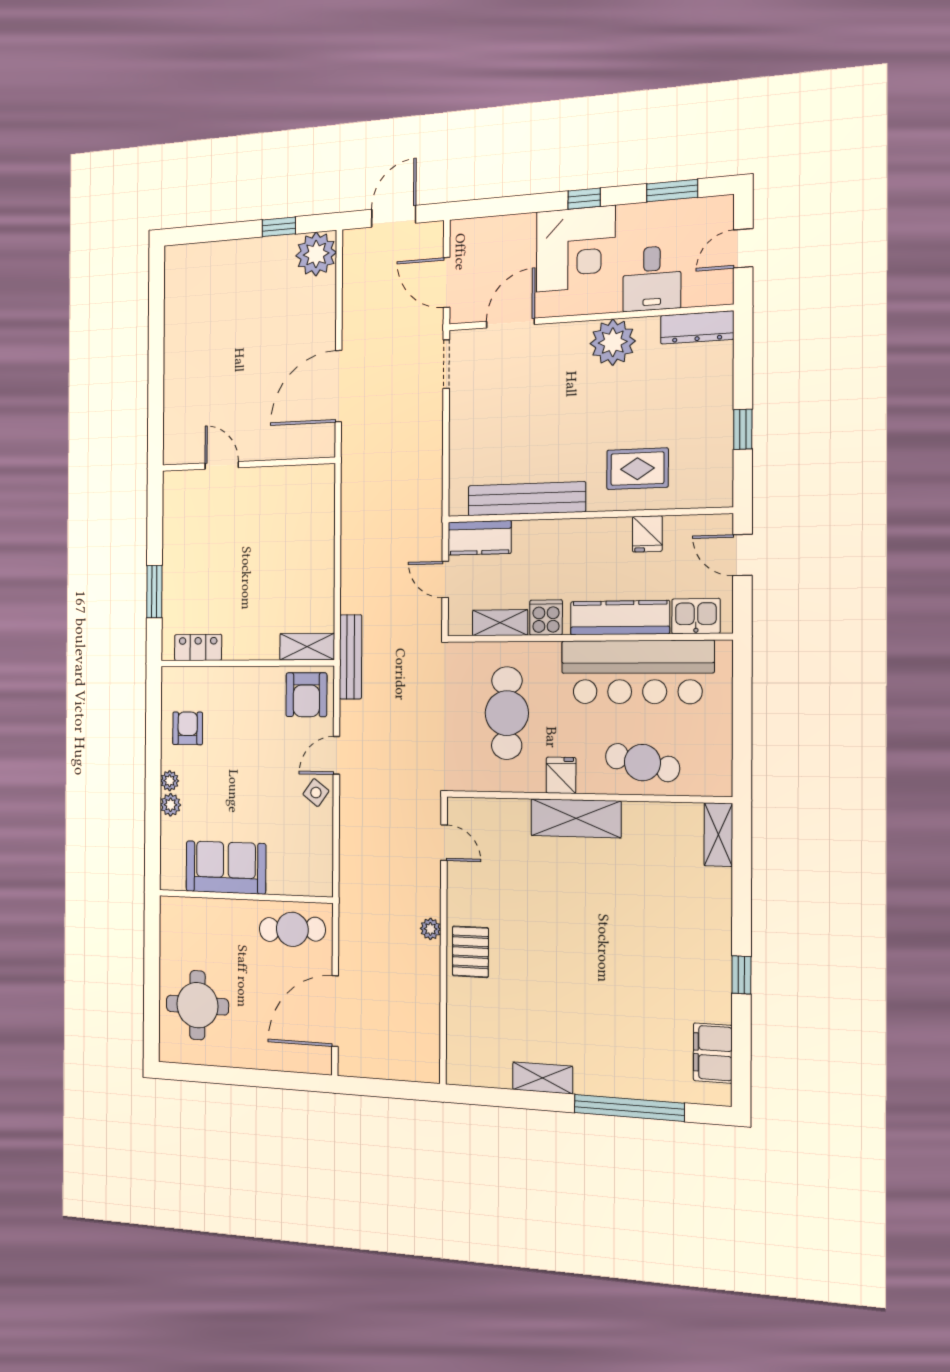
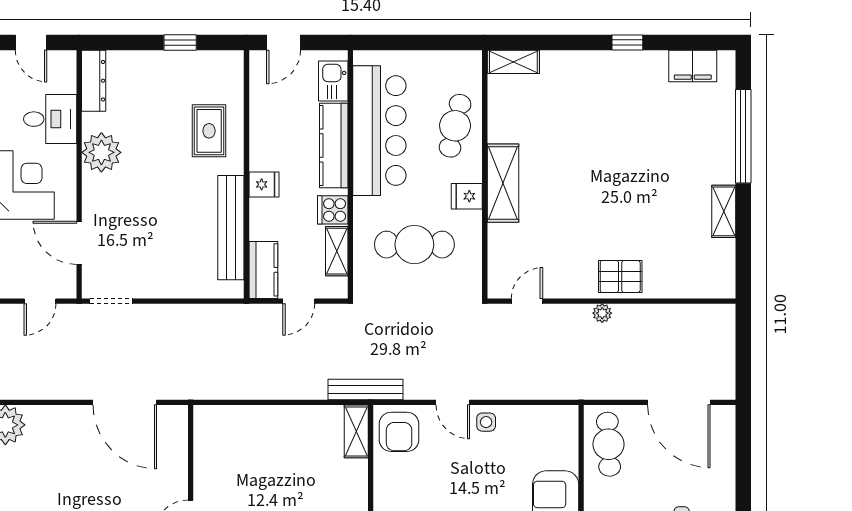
door: (447, 282) -> (40, 301), width x0.73
fridge: (647, 534) -> (264, 184), moved
armchair: (306, 695) -> (399, 432), turned 90
side table: (316, 793) -> (486, 422), turned -37

